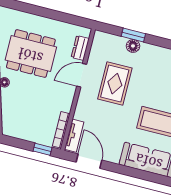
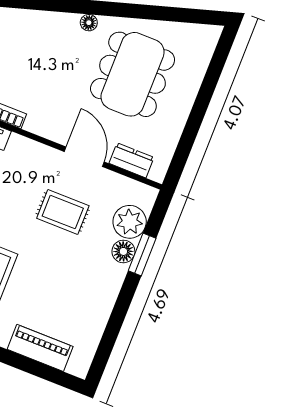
plant: (116, 45) -> (130, 222), added
rug: (115, 84) -> (63, 212), width x0.73, depth x0.70

